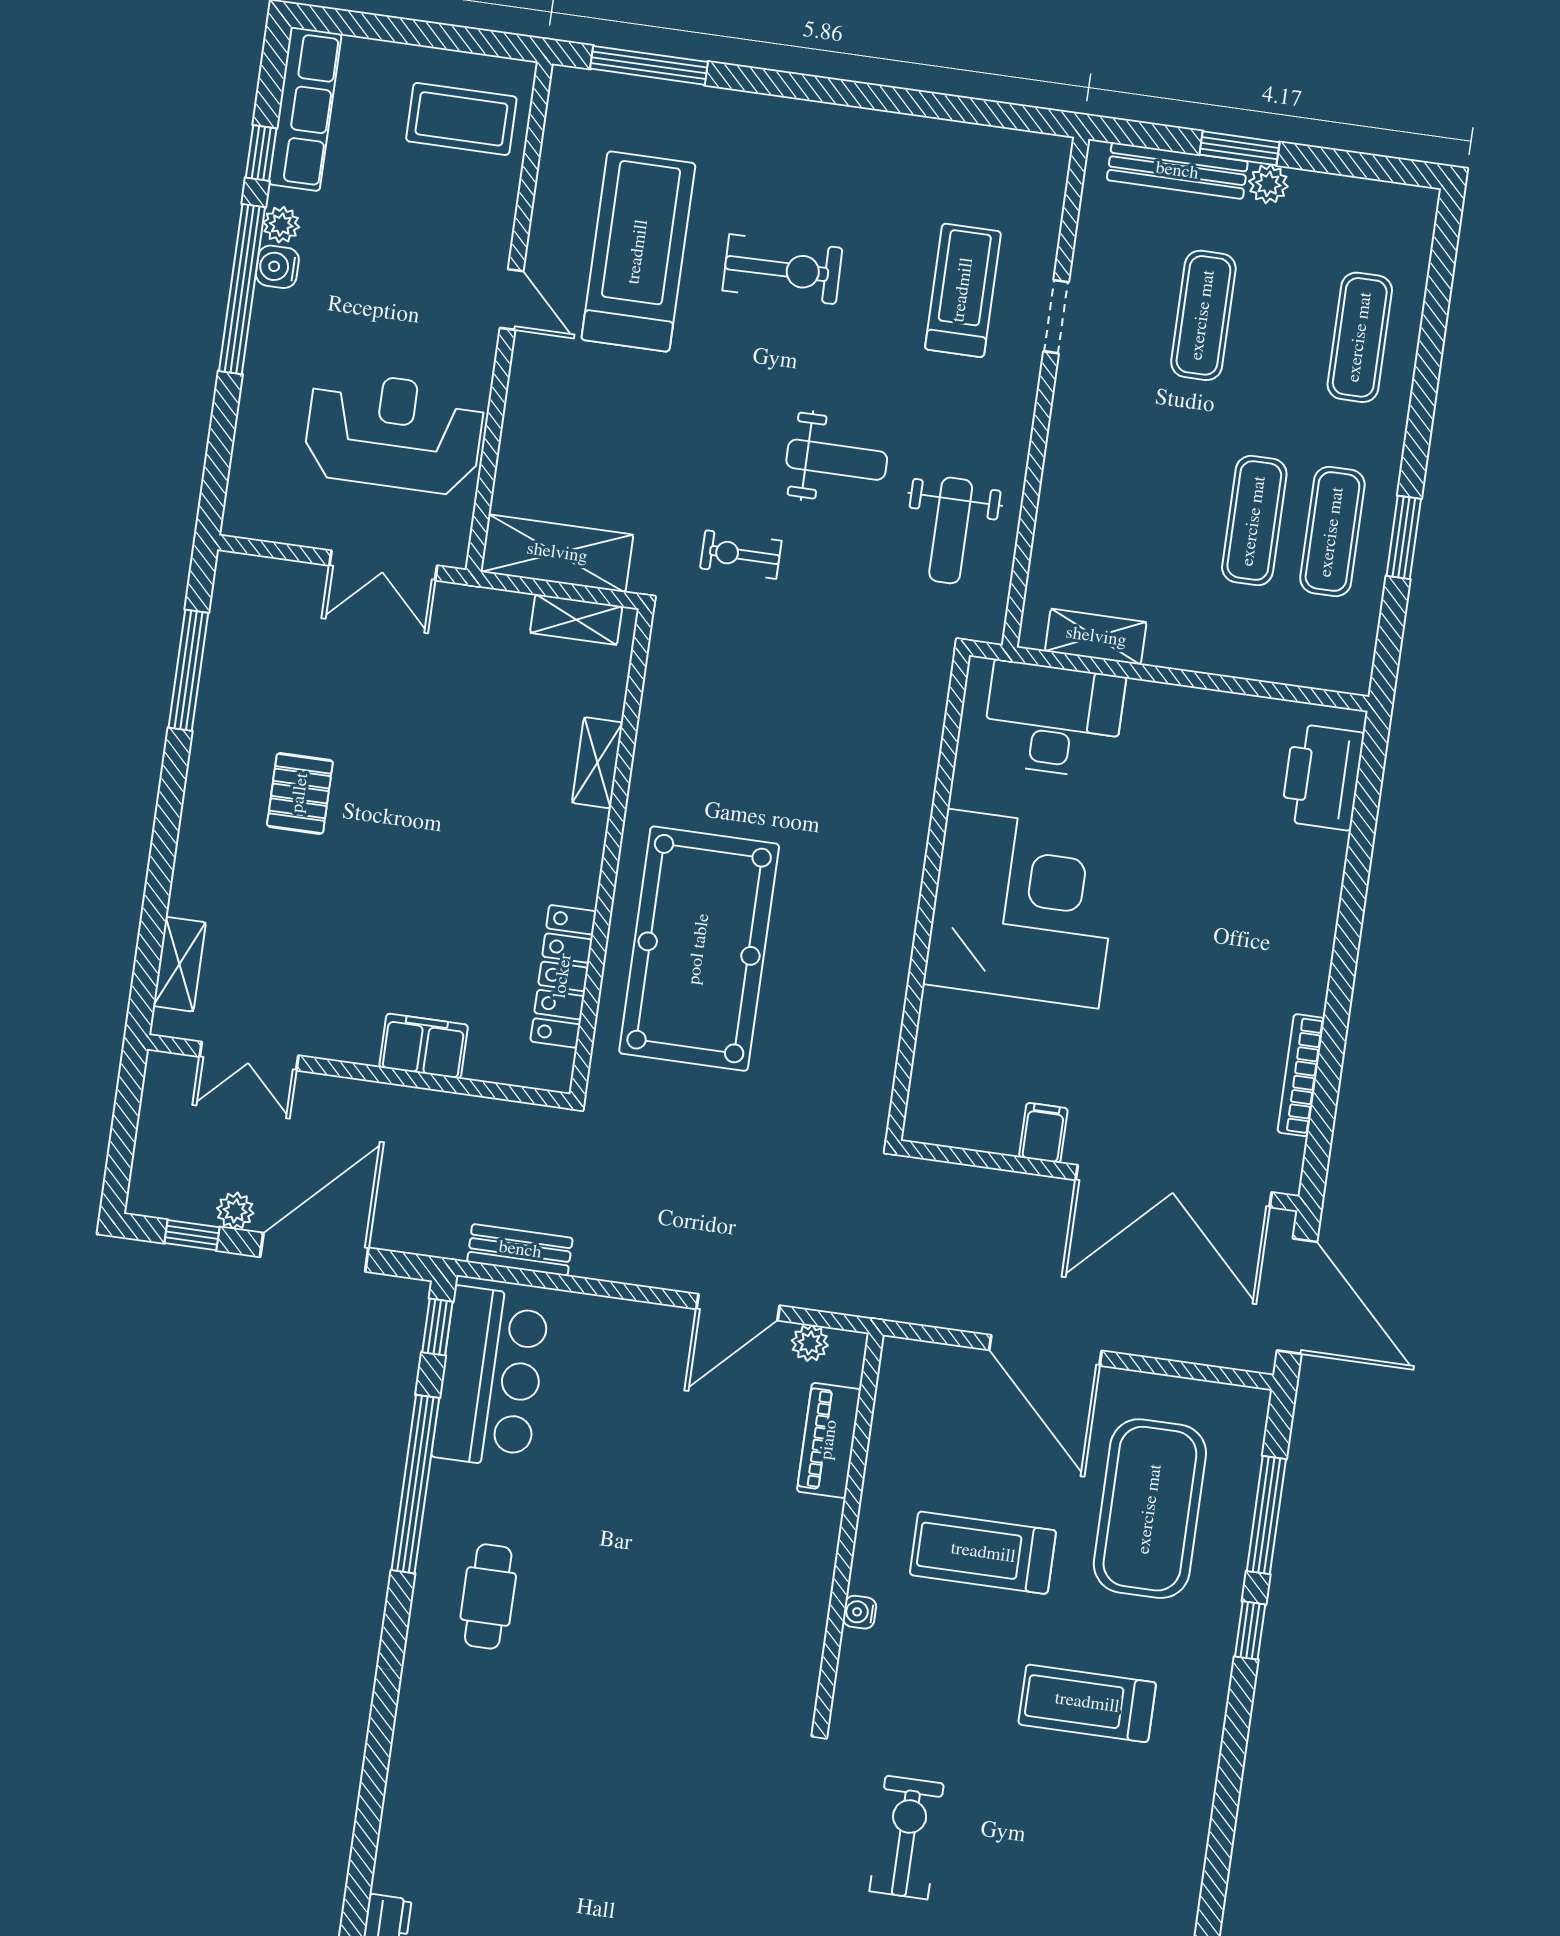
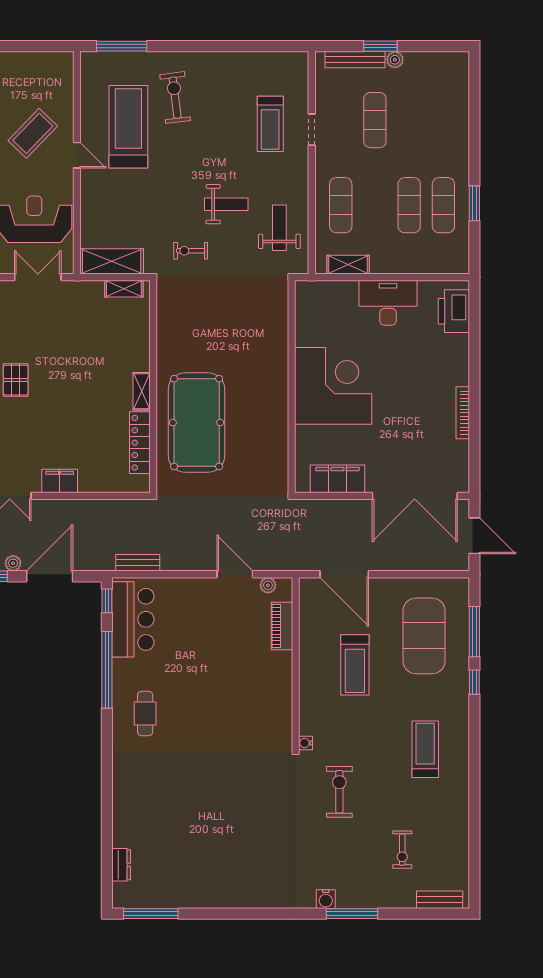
coffee table: (461, 119) -> (33, 133), moved, turned -46
exercise bike: (782, 269) -> (175, 98), moved, turned -96
treadmill: (963, 290) -> (270, 124), turned 180
exercise mat: (1360, 337) -> (341, 205), moved
weight bench: (951, 530) -> (279, 228), turned 180
double door: (383, 566) -> (38, 277), swing flipped
desk: (1053, 720) -> (388, 303), moved
shelving: (597, 763) -> (142, 391), moved
filing cabinet: (424, 1046) -> (60, 481), moved
bookcase: (1301, 1075) -> (463, 413), moved
filing cabinet: (1043, 1133) -> (337, 479), width x3.00, depth x1.17
door: (1297, 1296) -> (474, 536), width x0.73
door: (738, 1307) -> (235, 574), swing flipped
door: (1045, 1350) -> (344, 574), moved
treadmill: (983, 1553) -> (355, 665), turned -90
water cooler: (860, 1612) -> (306, 743), moved
treadmill: (1087, 1703) -> (425, 749), moved, turned 90

